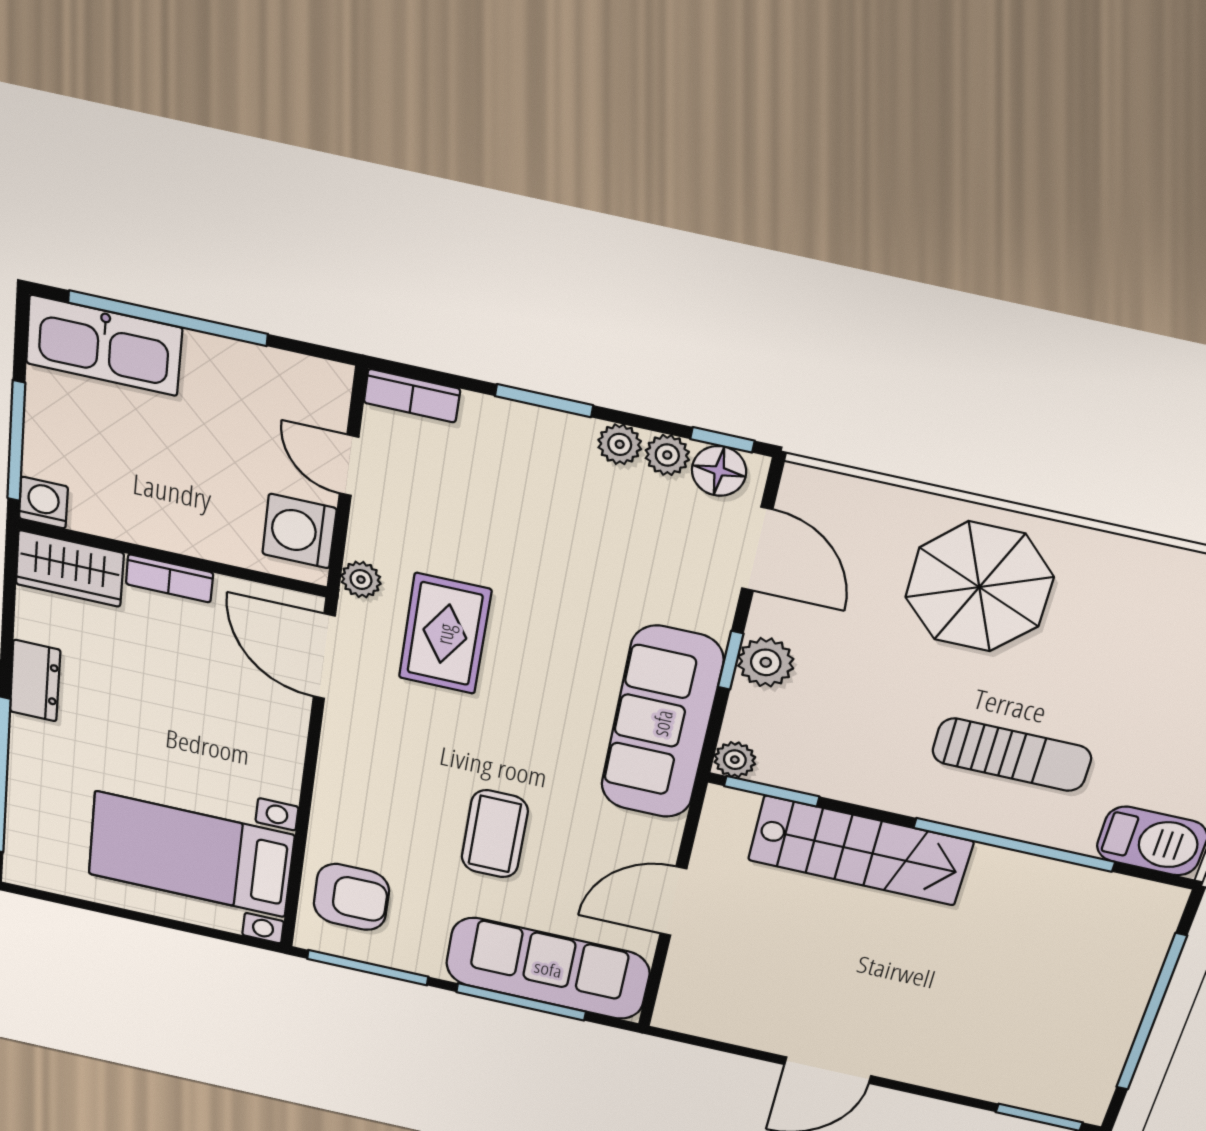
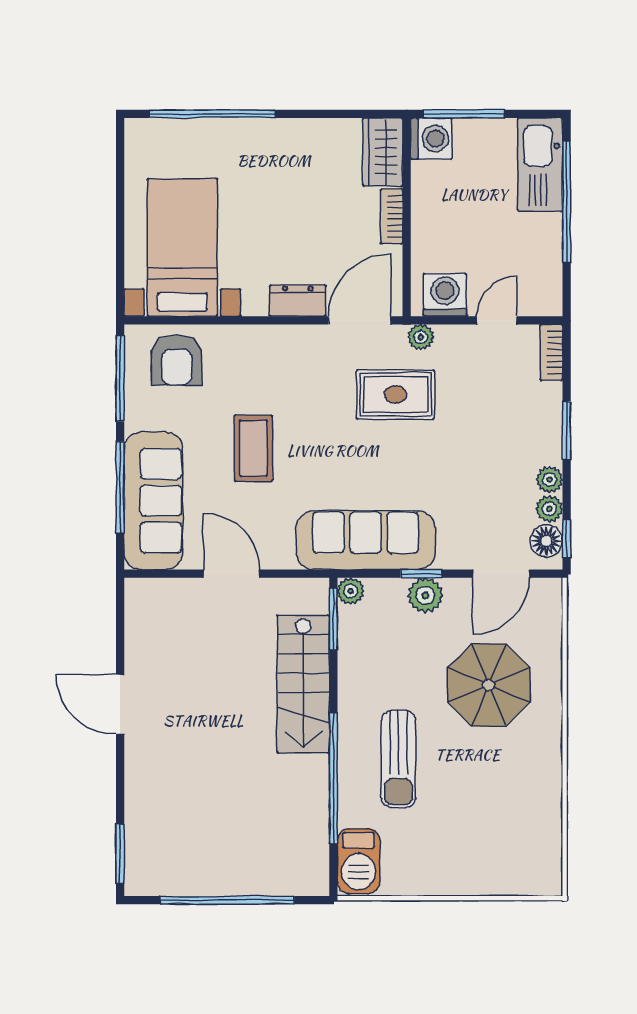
washing machine: (43, 503) -> (431, 139), width x1.38, depth x1.38
parasol: (979, 587) -> (489, 685), moved
dresser: (35, 681) -> (298, 301), moved, turned 180
coffee table: (495, 834) -> (253, 448), turned 90

